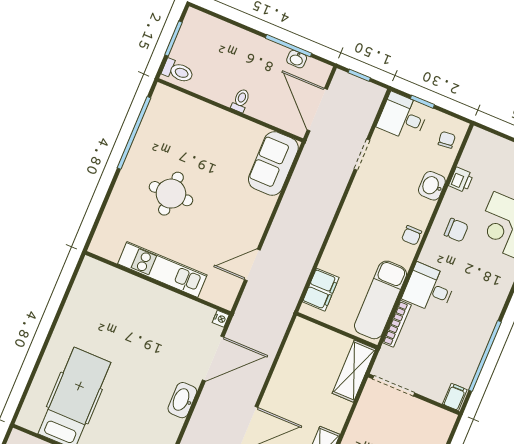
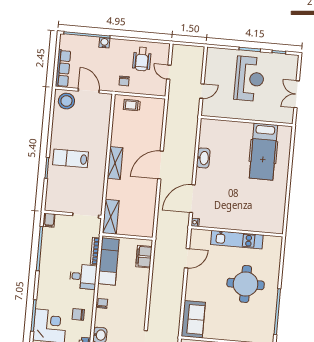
round table: (171, 194) -> (246, 284), width x1.36, depth x1.36
washbasin: (182, 400) -> (203, 158), moved

